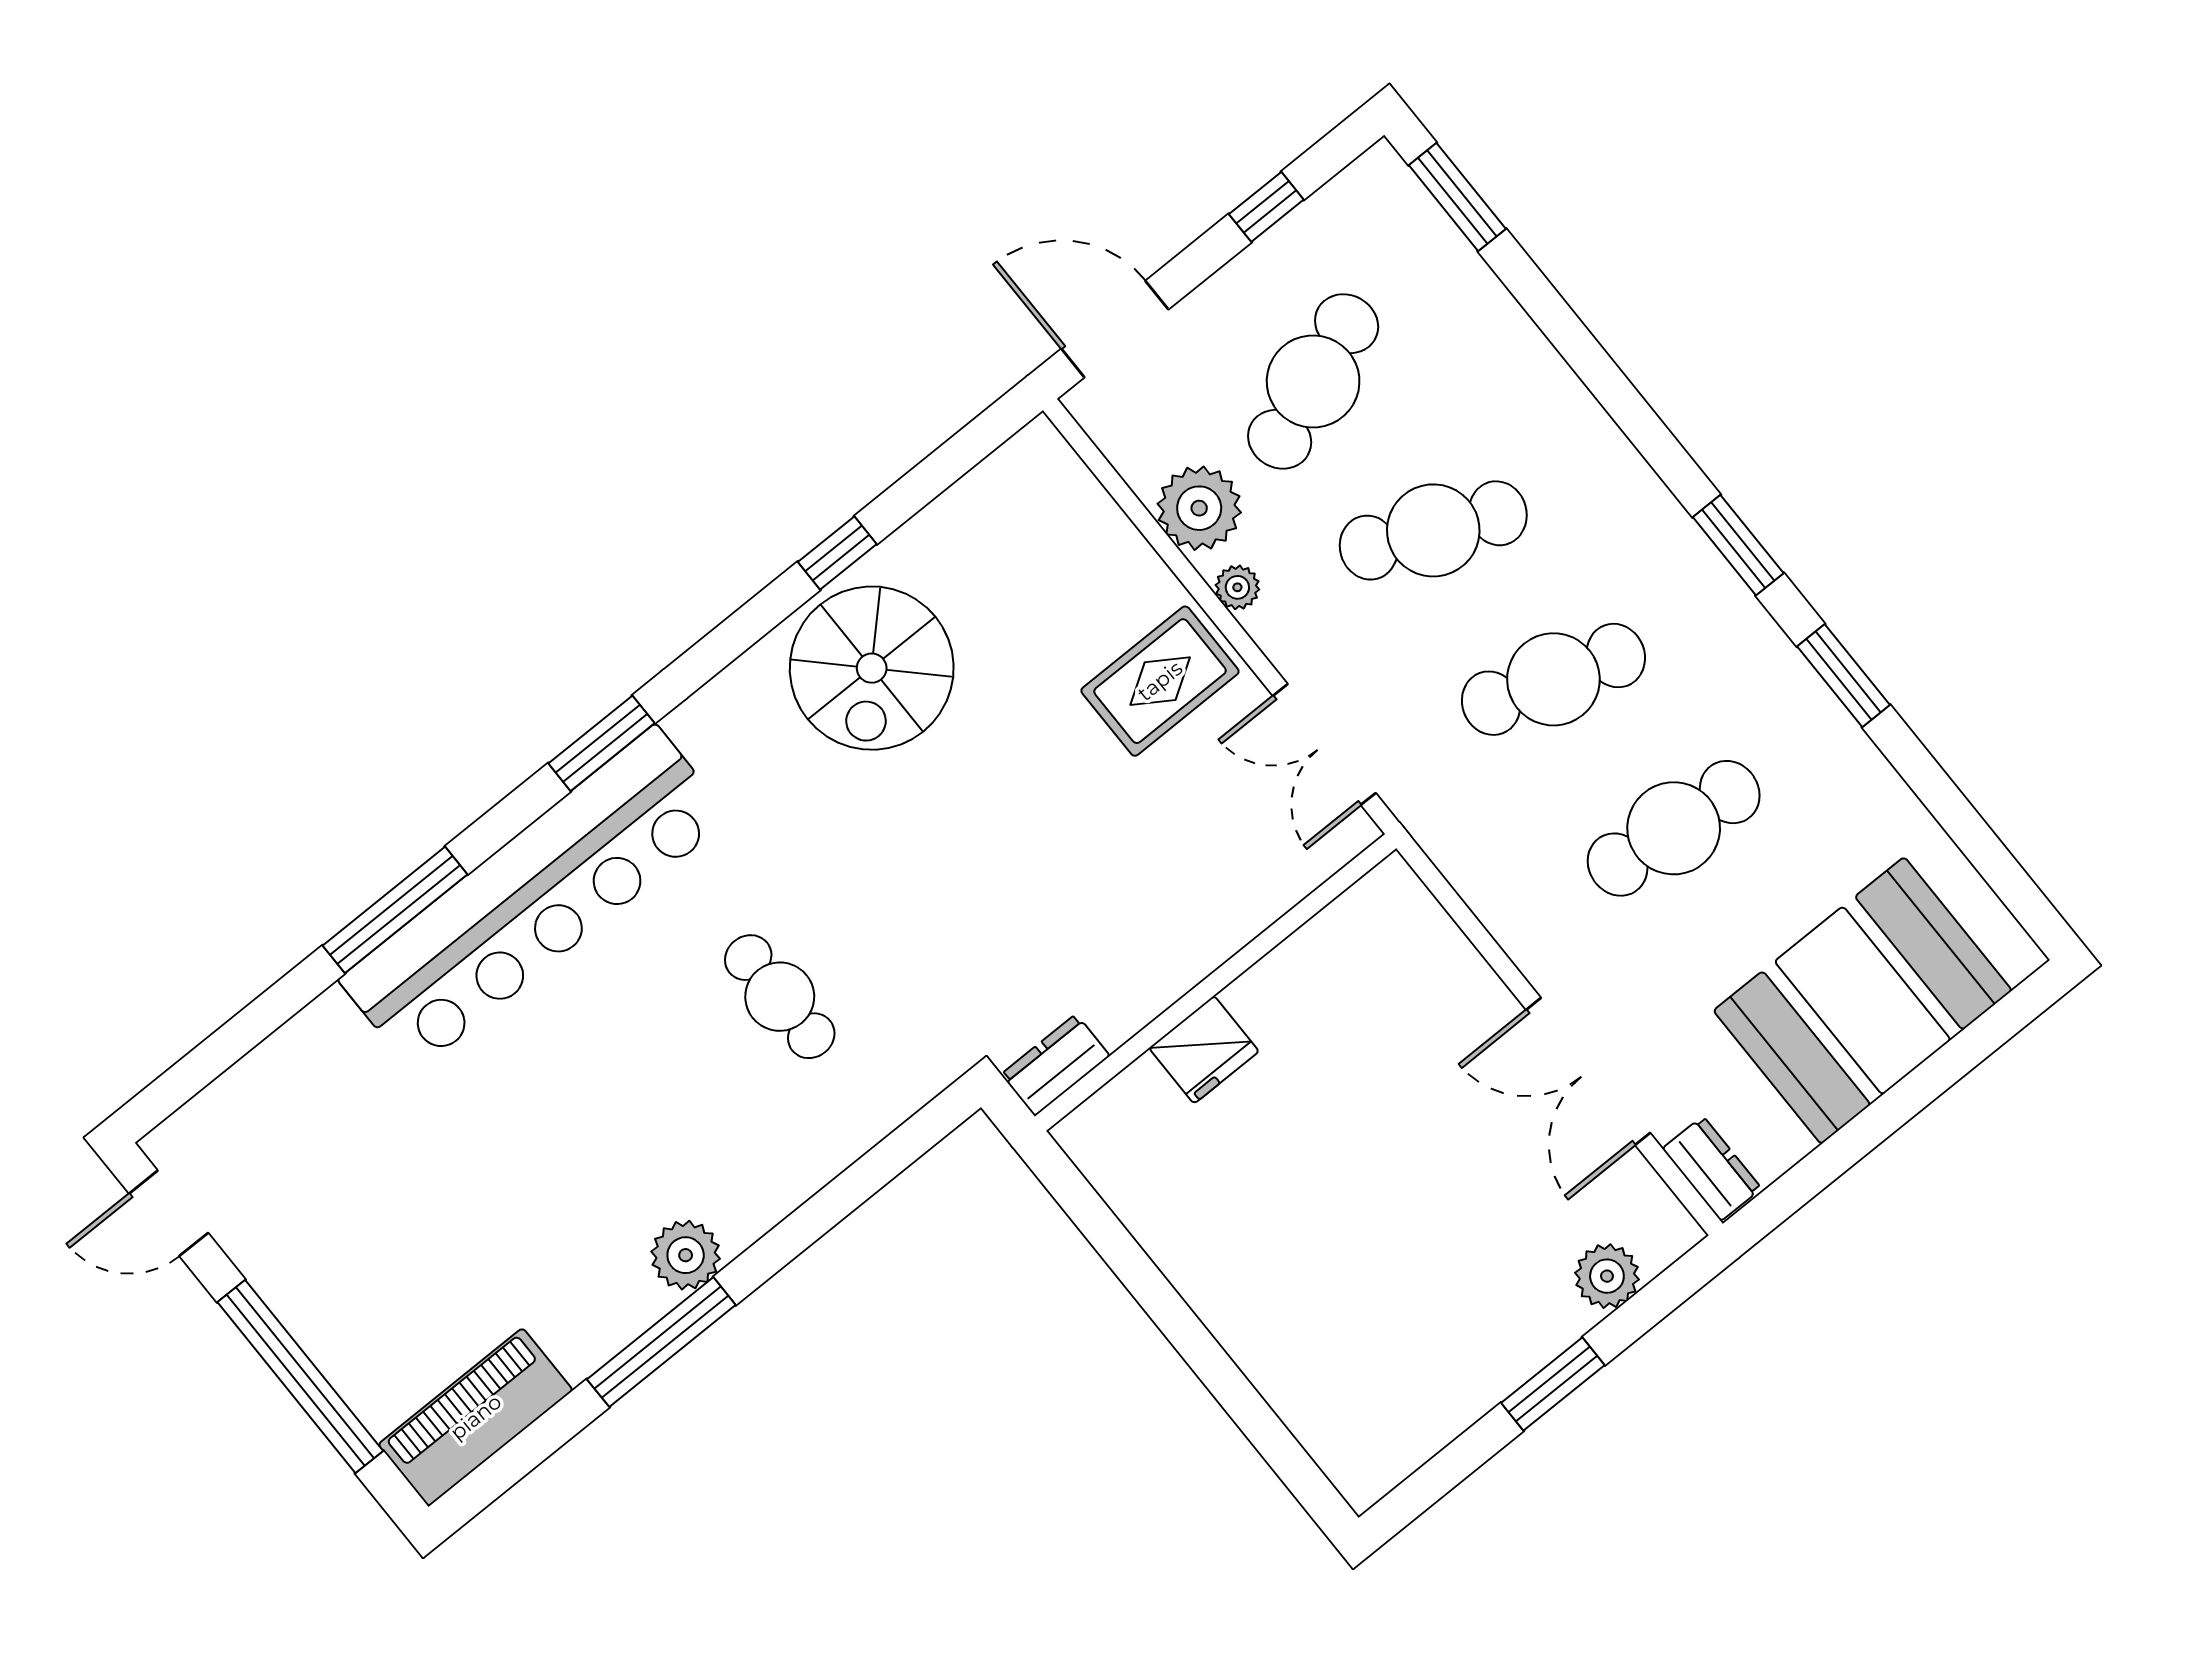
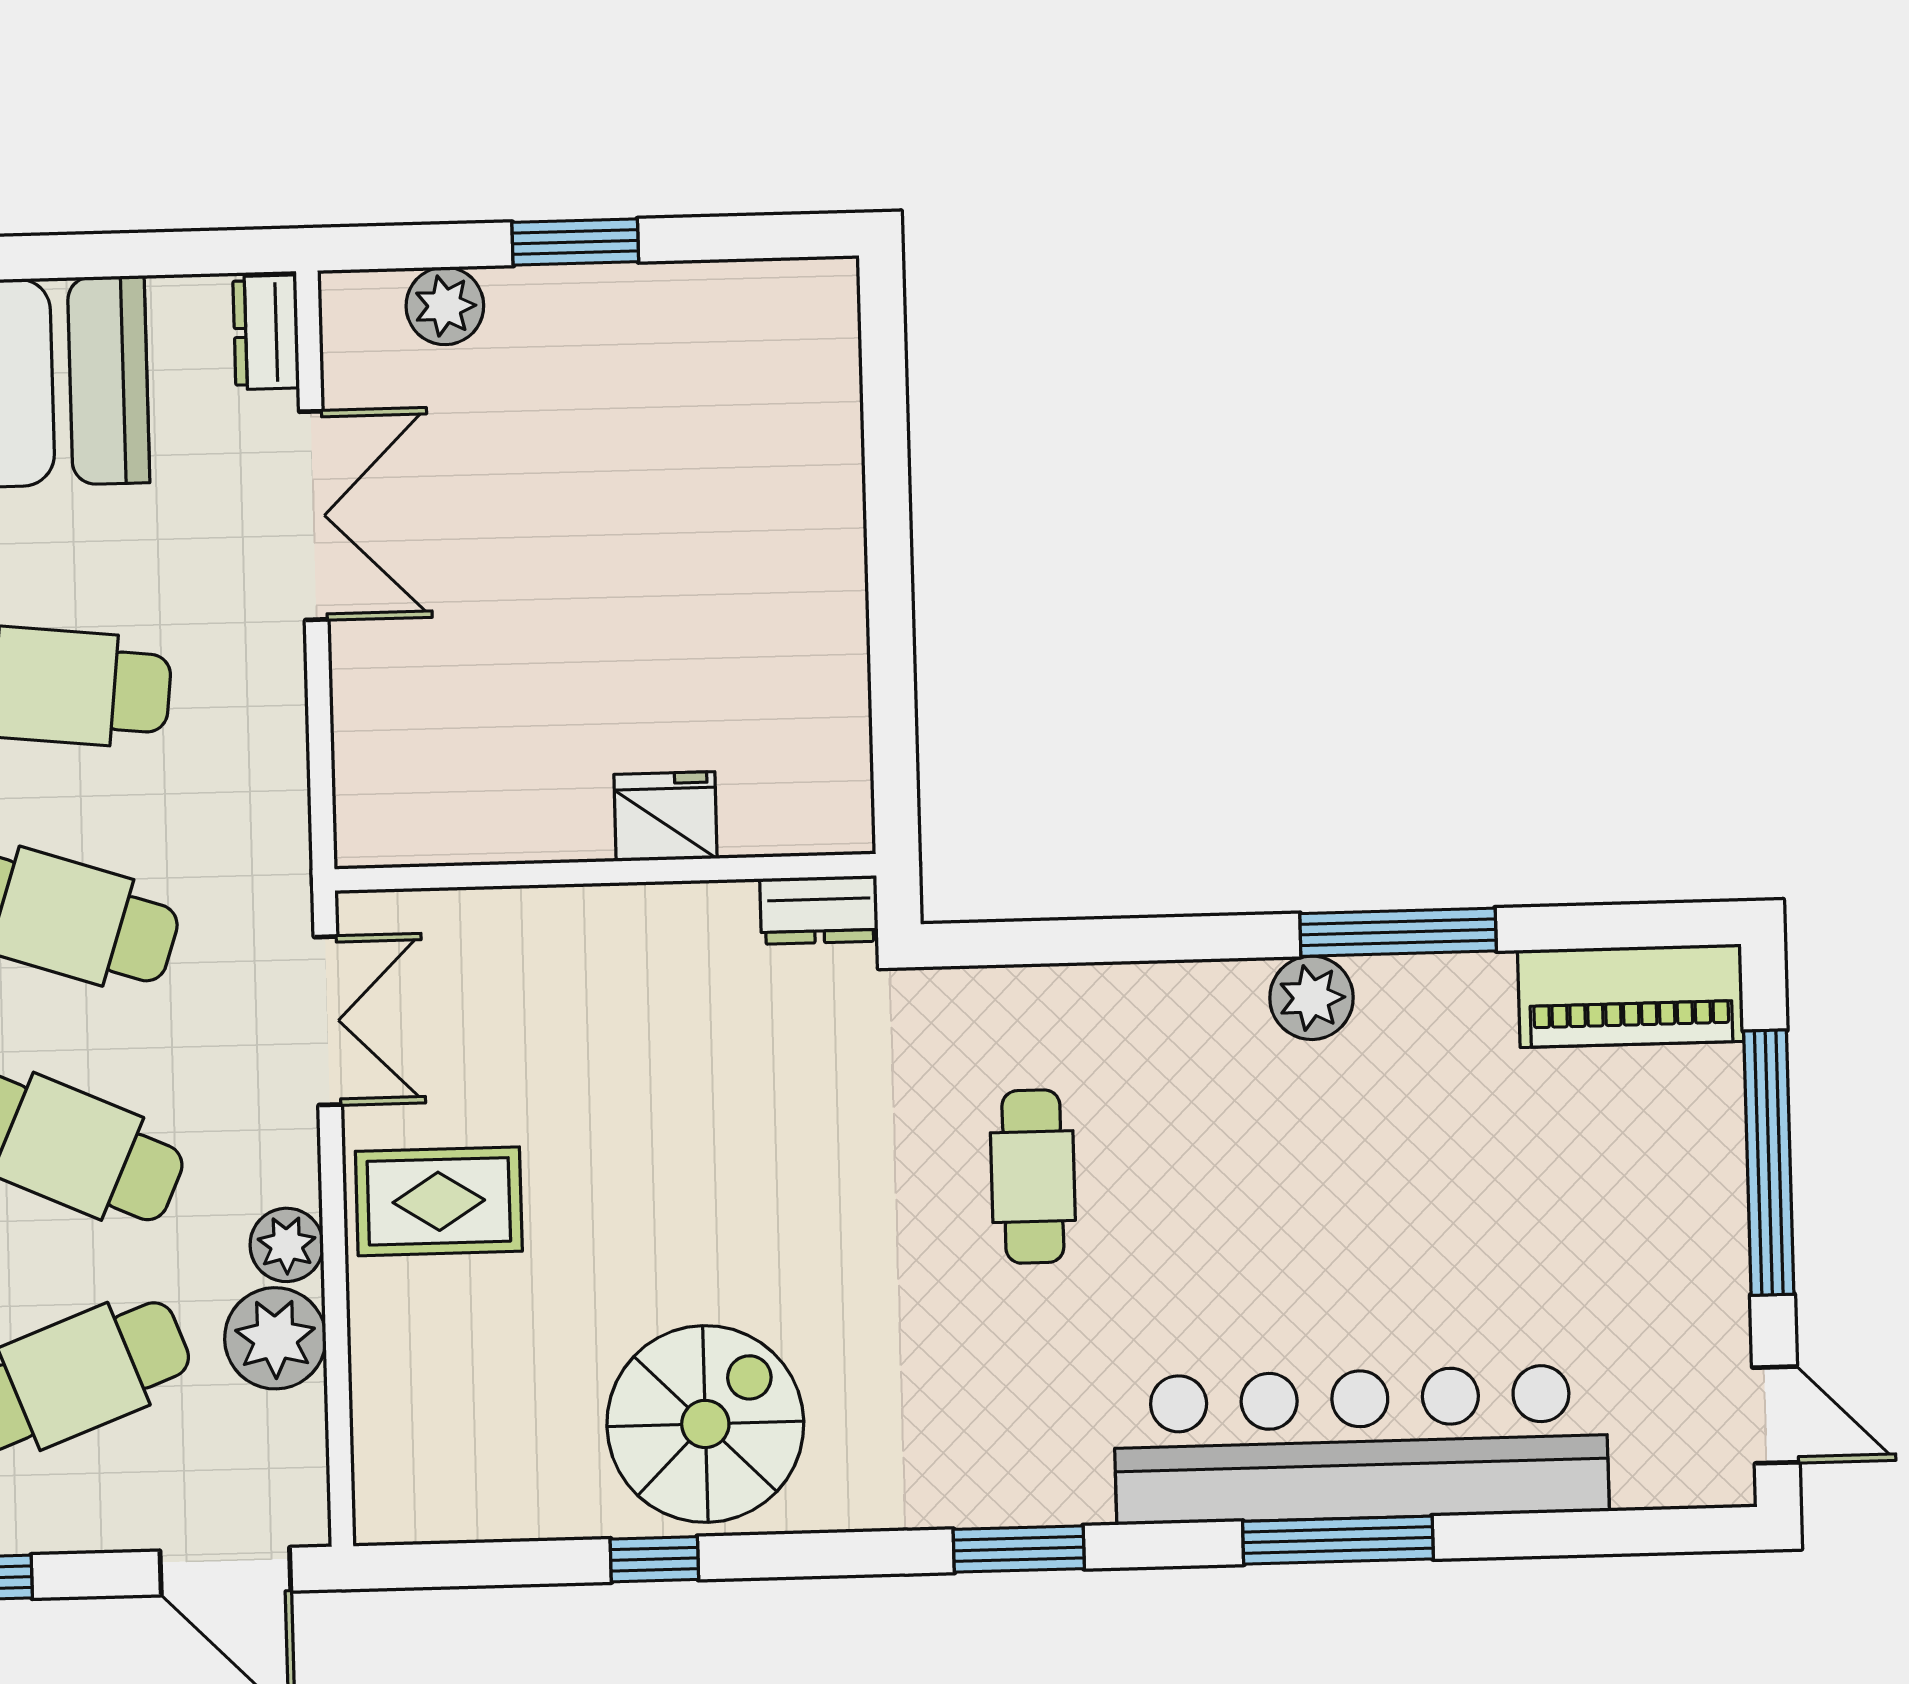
plant: (1237, 587) -> (287, 1245), width x1.38, depth x1.38
bar counter: (535, 899) -> (1361, 1444), moved

